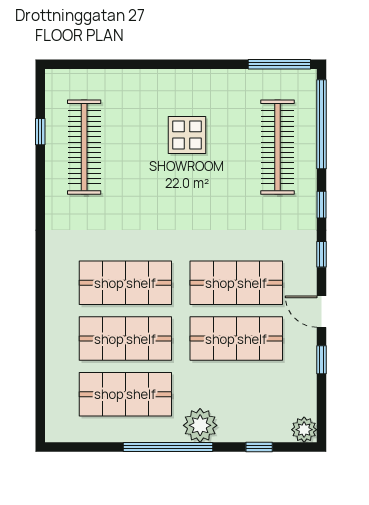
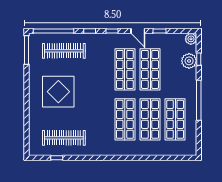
display table: (187, 135) -> (58, 92), width x1.86, depth x1.86
door: (321, 312) -> (138, 31), hinge flipped
plant: (200, 425) -> (189, 61), moved

